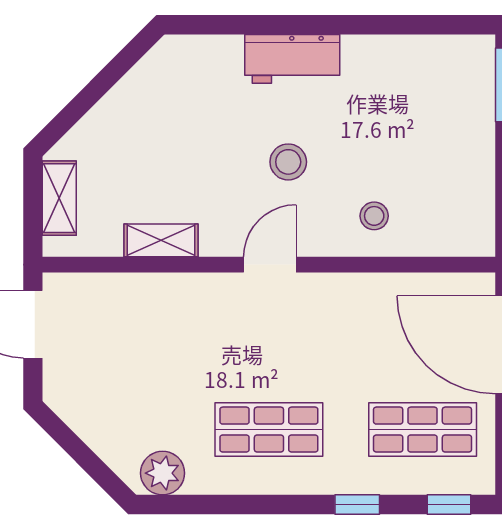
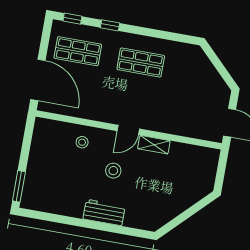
shelving: (59, 198) -> (210, 172), removed
shelving: (161, 240) -> (154, 145), moved
plant: (163, 473) -> (187, 52), removed

